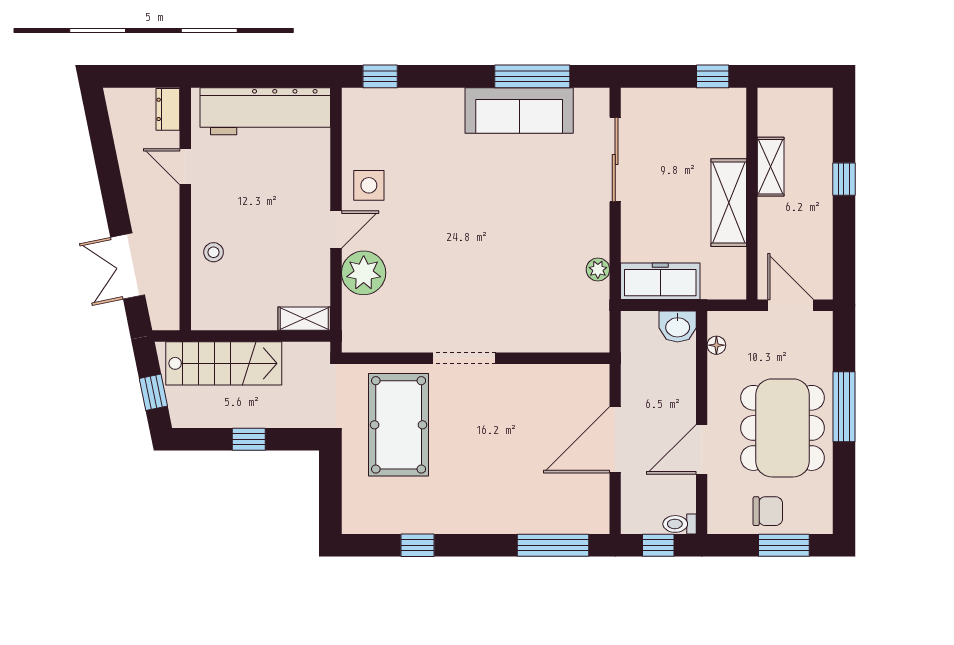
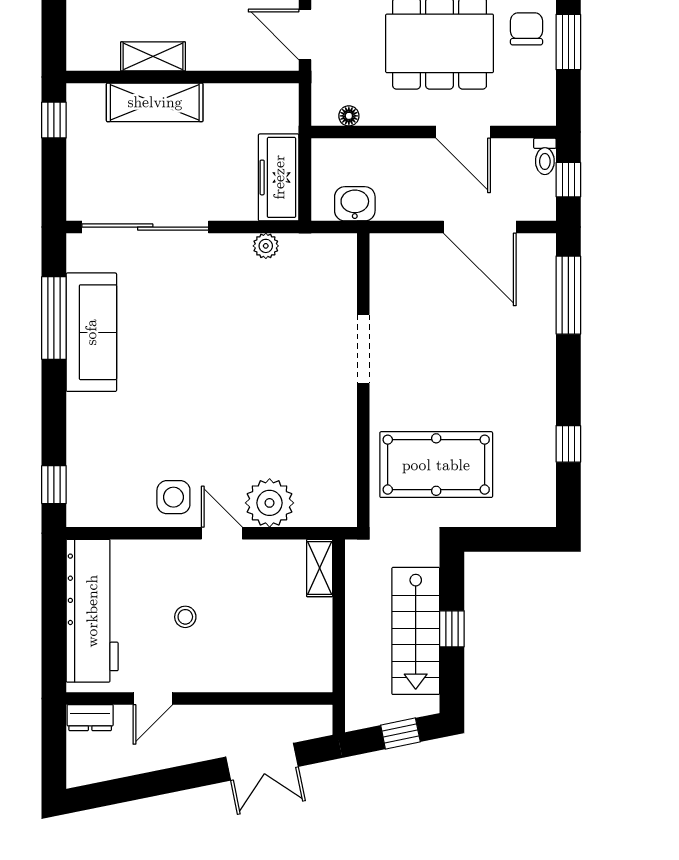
sliding door: (615, 160) -> (145, 227), width x1.36
shelving: (729, 203) -> (155, 102), moved
stool: (214, 252) -> (185, 617), moved
door: (791, 305) -> (305, 34), hinge flipped
washbasin: (678, 326) -> (355, 204), moved, turned -90
doorway: (464, 358) -> (363, 349), moved
stairs: (224, 363) -> (416, 631), moved, turned 180
door: (615, 440) -> (480, 227), moved
chair: (768, 511) -> (526, 29), moved

